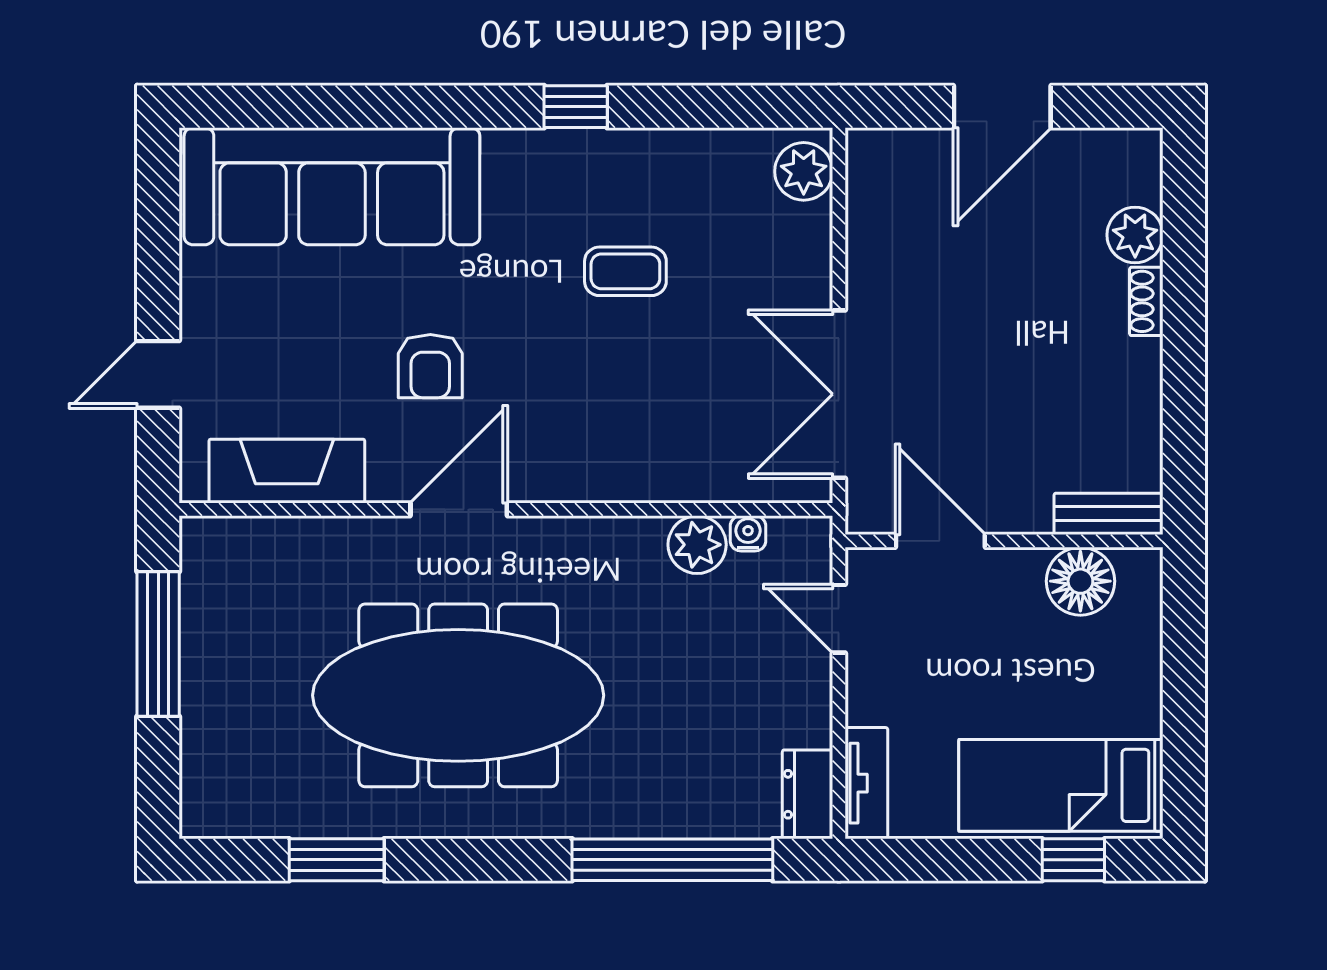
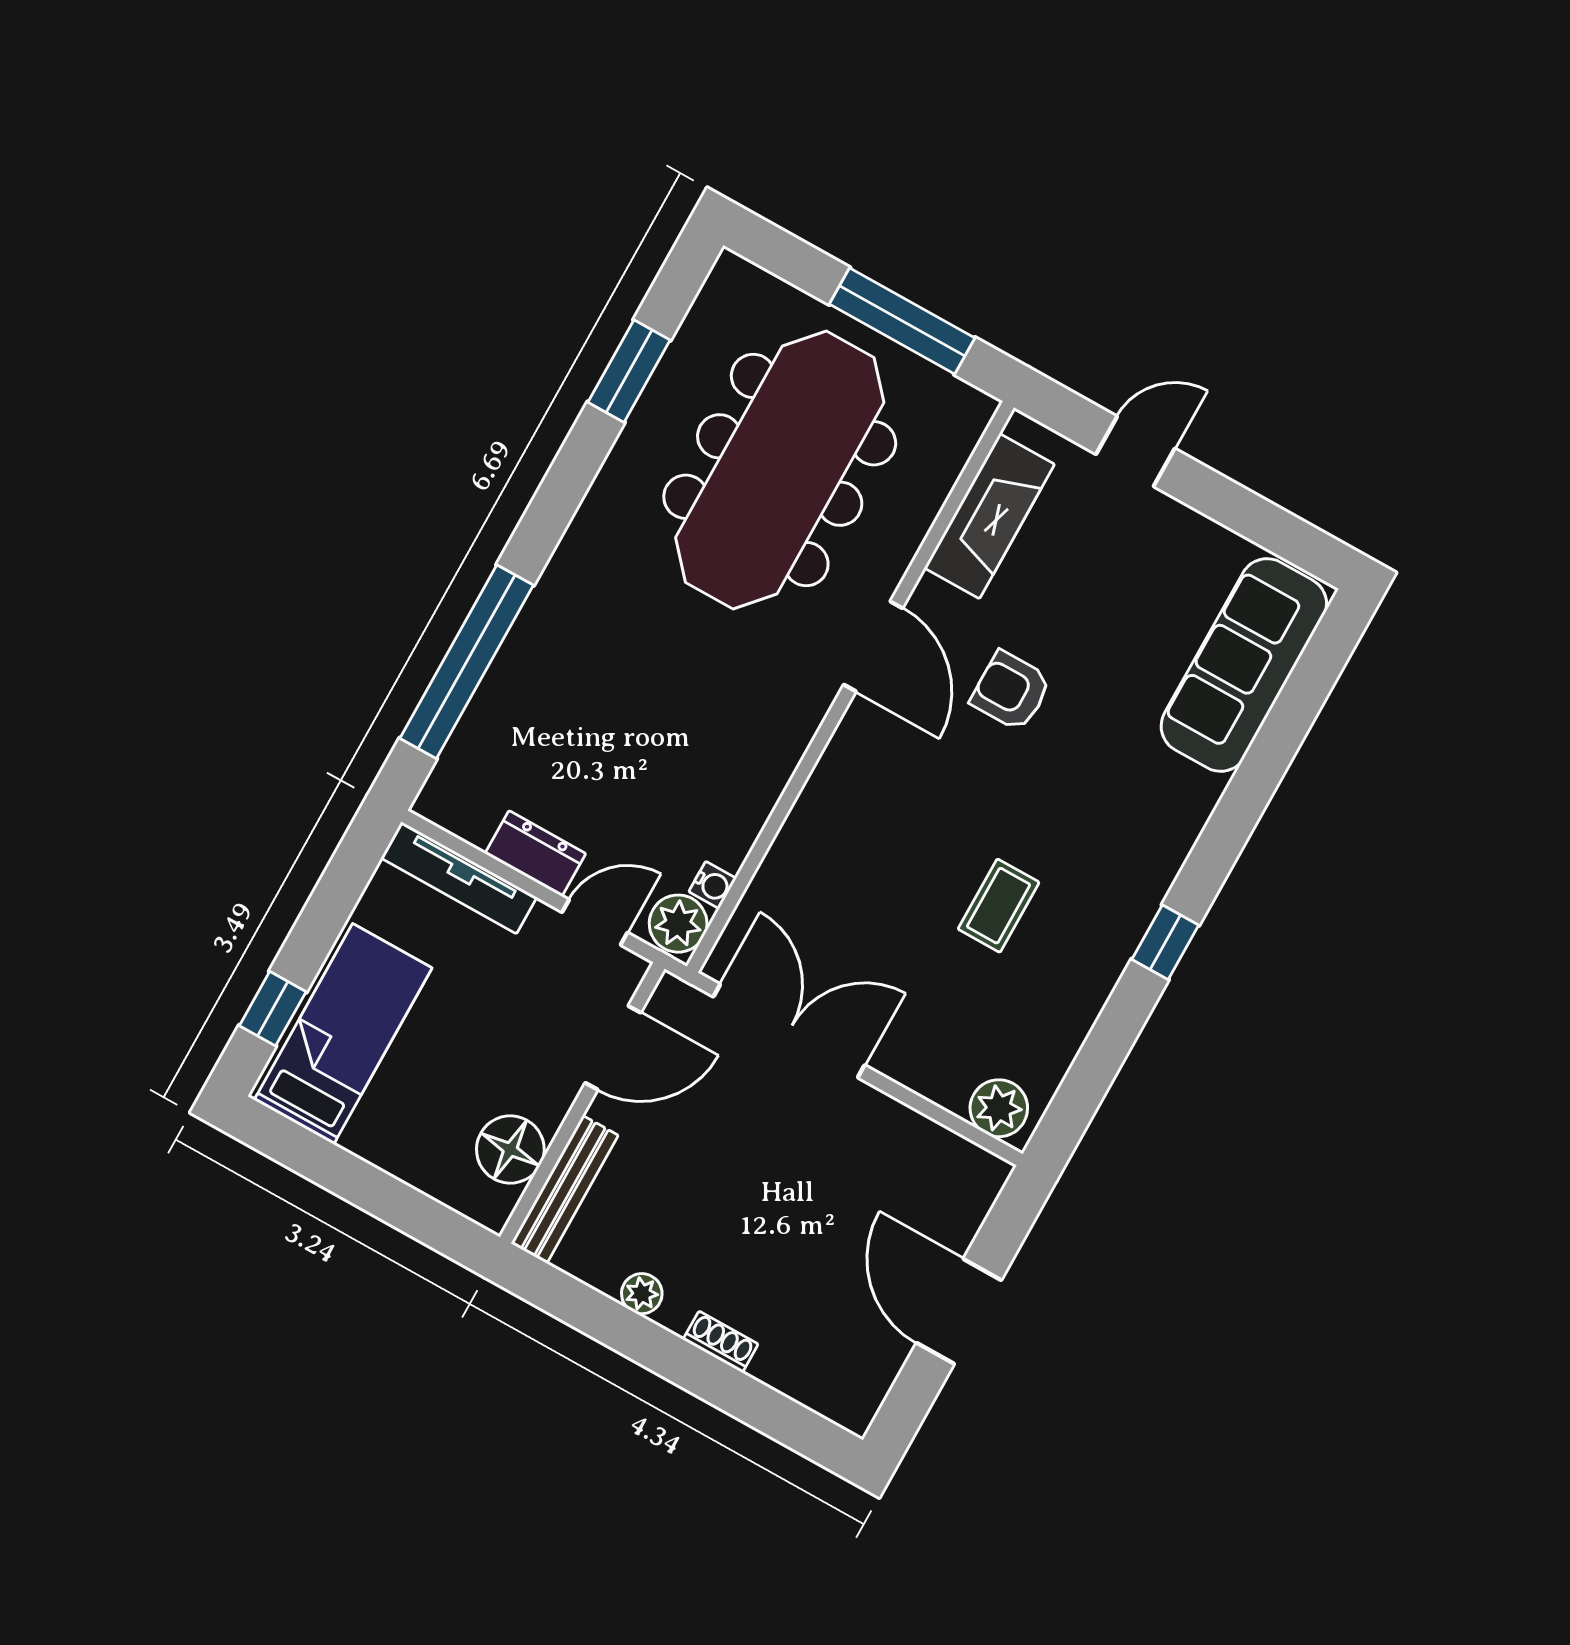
sofa: (332, 186) -> (1244, 665), width x0.74, depth x0.79
plant: (1135, 235) -> (642, 1294), moved, width x0.73, depth x0.73
door: (158, 374) -> (1135, 451), hinge flipped
bench: (1109, 514) -> (565, 1189), width x1.36
plant: (697, 545) -> (678, 924), moved
meeting table: (458, 695) -> (780, 470), moved
tv unit: (866, 783) -> (459, 878), width x1.41
dresser: (808, 794) -> (535, 854), moved

